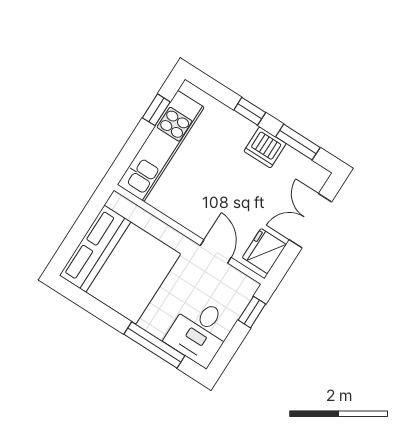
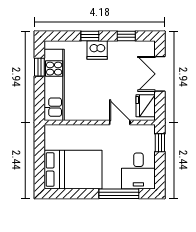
window: (298, 142) -> (126, 36), width x0.67
dishwasher: (265, 147) -> (97, 50), moved
bed: (120, 265) -> (73, 170), width x0.73

